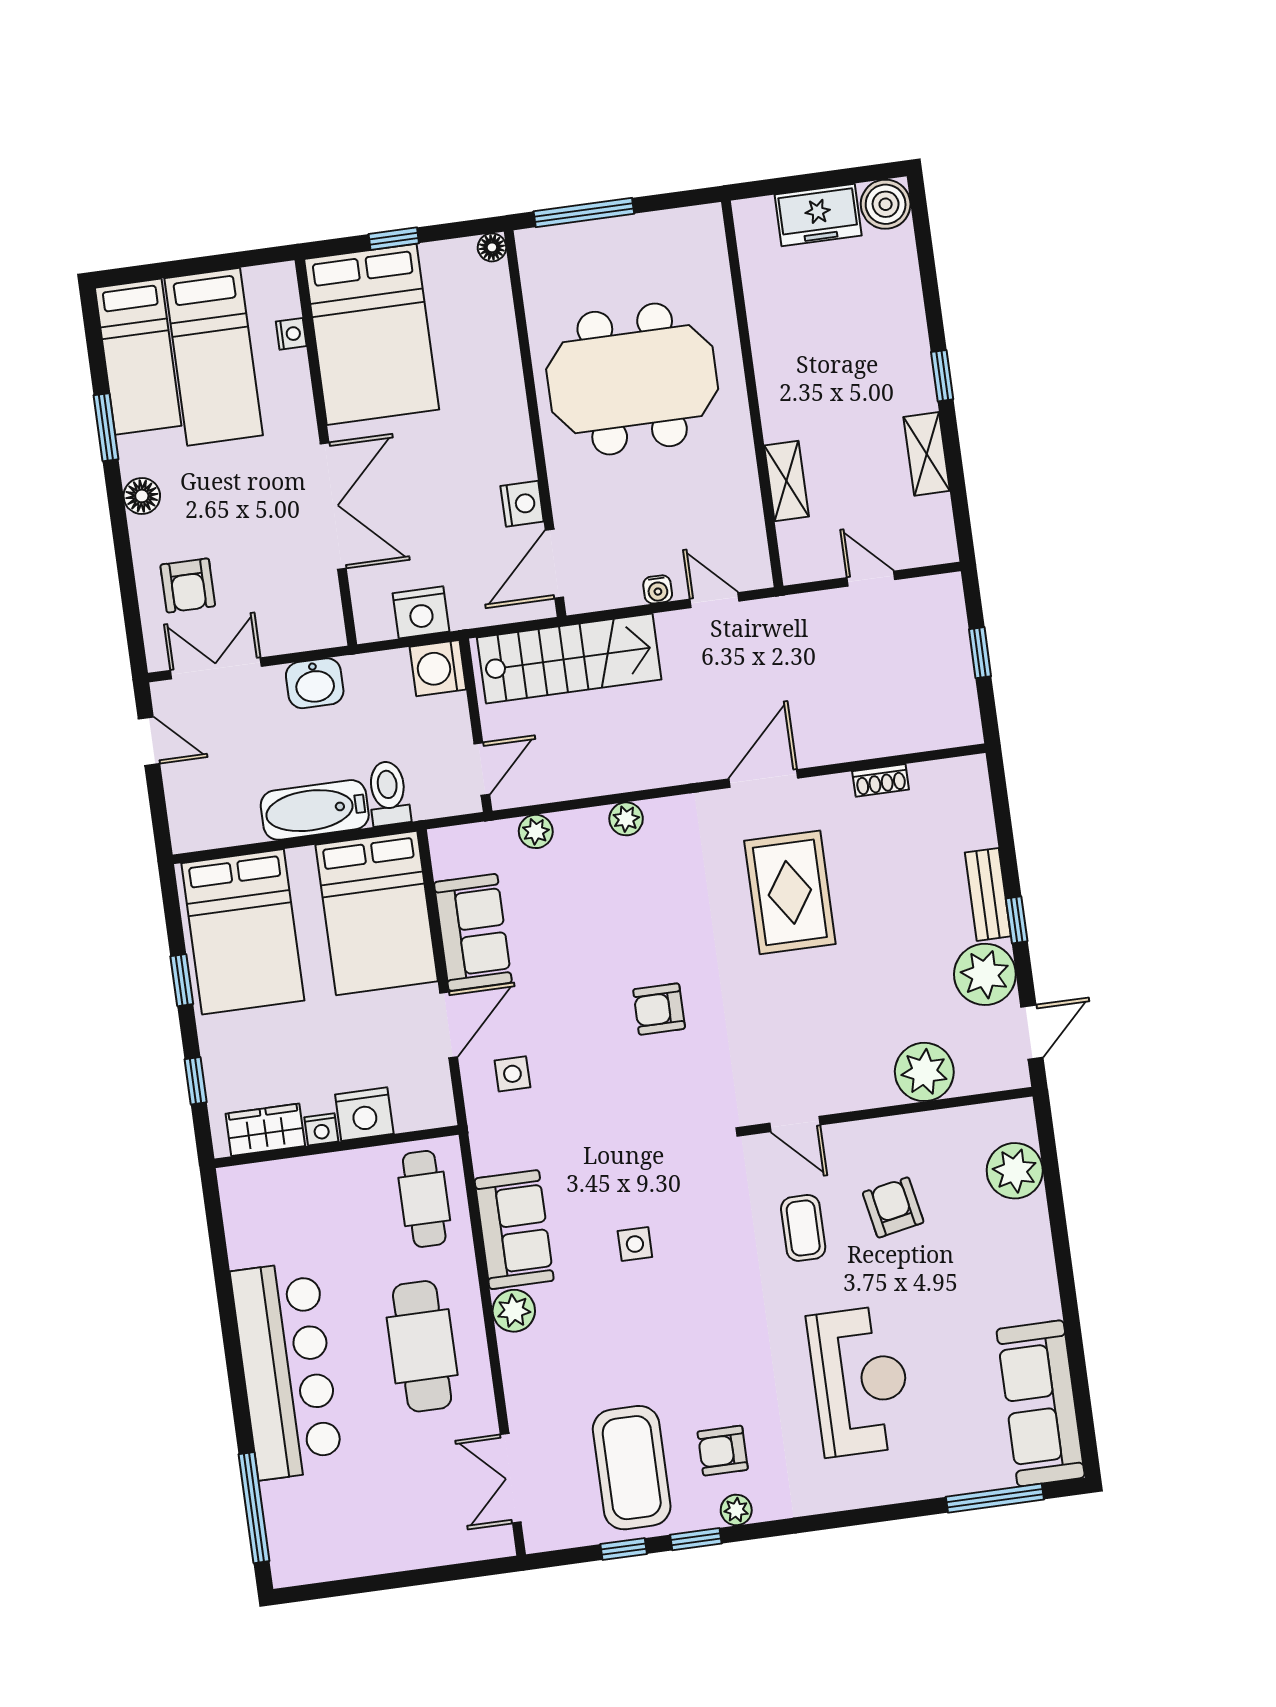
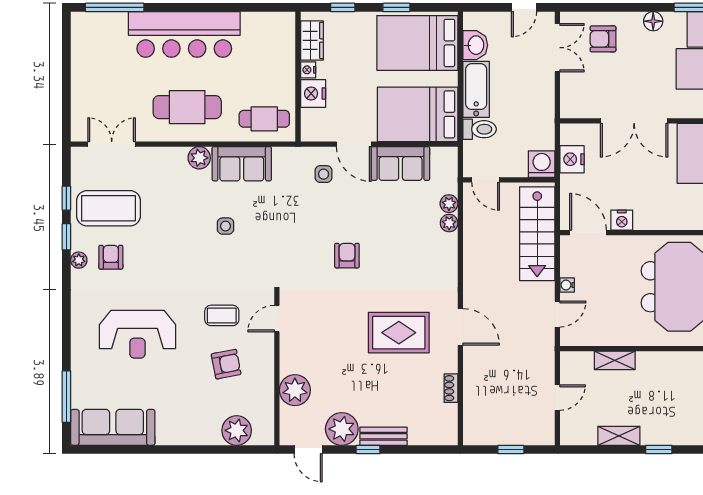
washbasin: (315, 683) -> (475, 45), moved, turned 180
plant: (626, 819) -> (449, 223), moved

